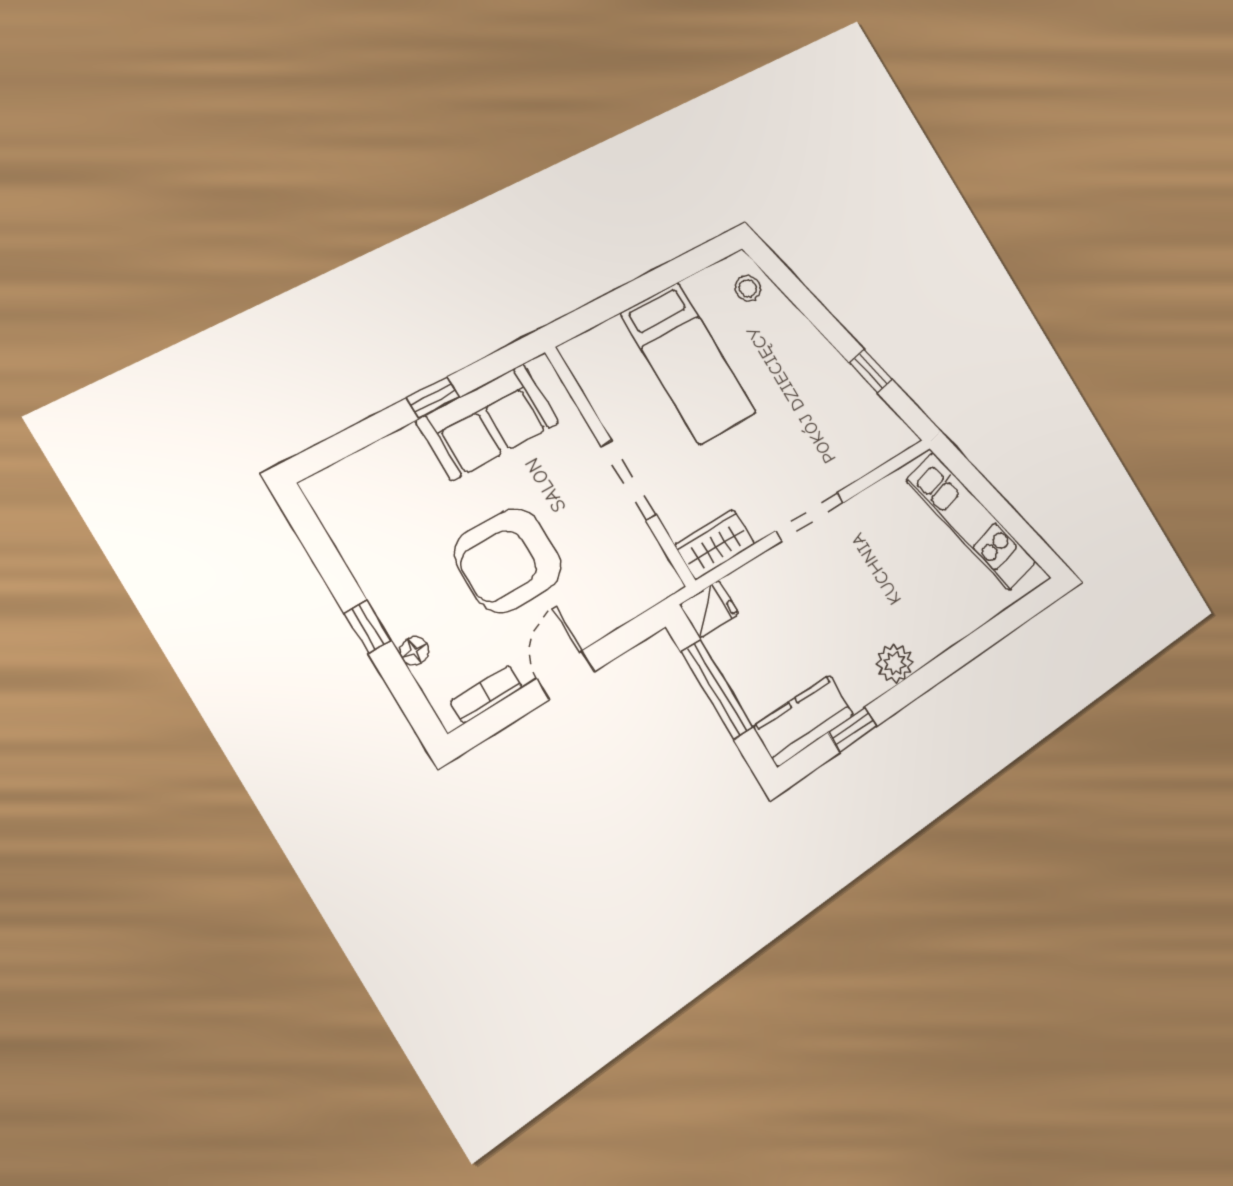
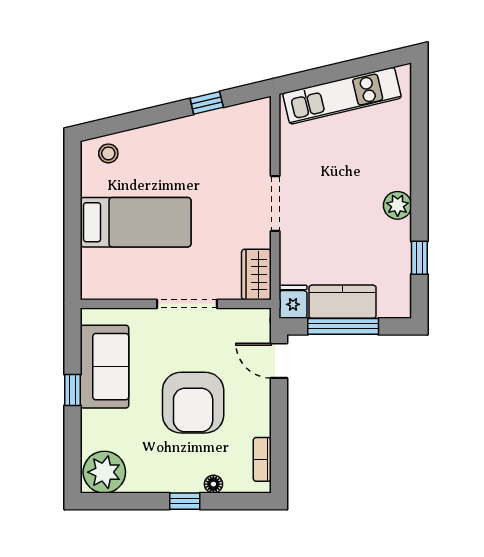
plant: (345, 498) -> (104, 472), added
door: (566, 675) -> (279, 361), moved
kitchen counter: (804, 721) -> (342, 302), moved, turned 90

